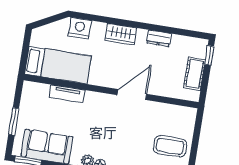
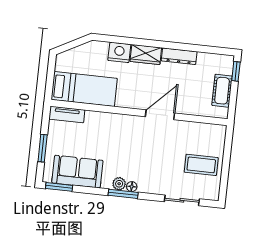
nightstand: (80, 28) -> (119, 52), moved
dresser: (159, 38) -> (179, 56), width x1.44
tv unit: (67, 94) -> (67, 114), moved

